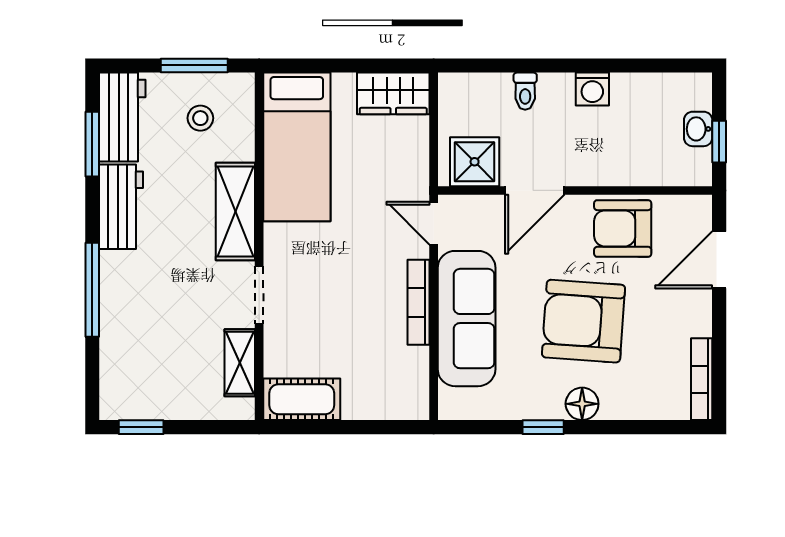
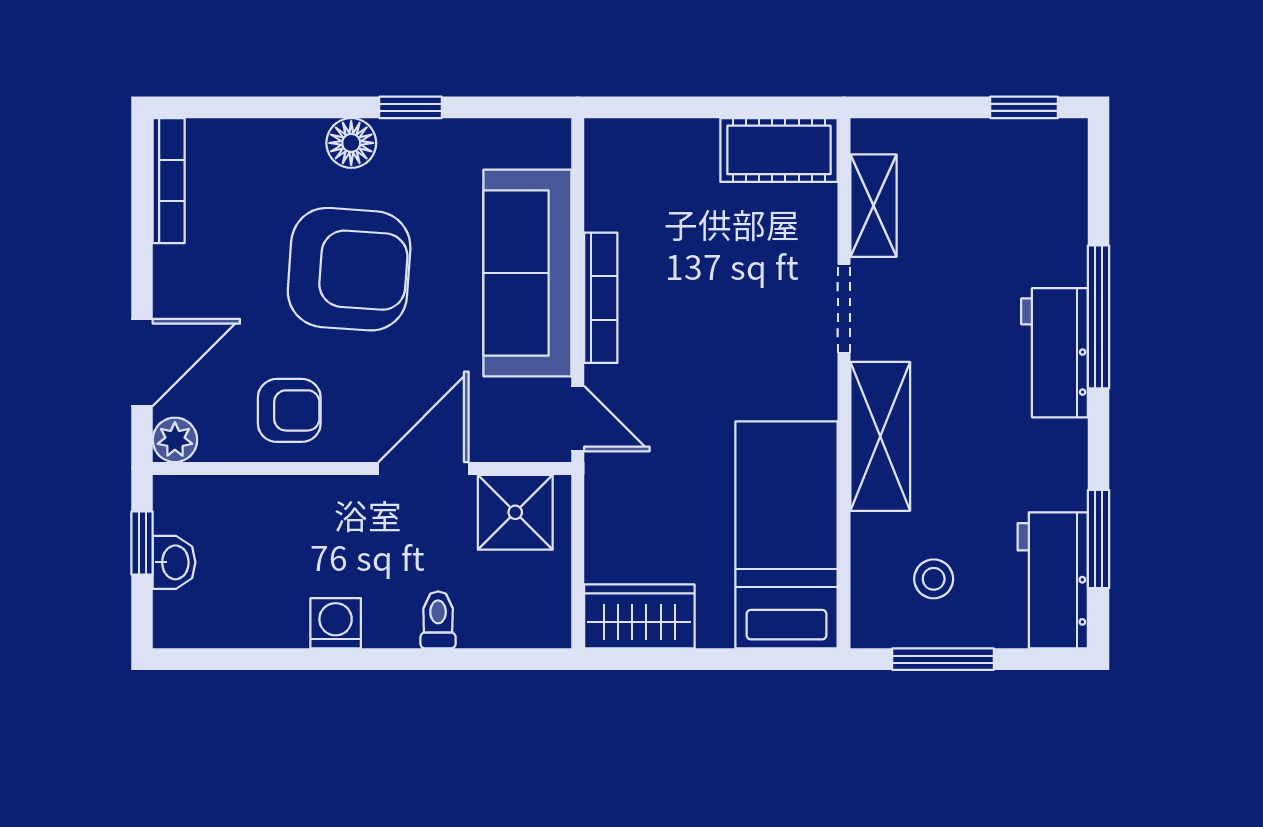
workbench: (121, 207) -> (1055, 353), moved
plant: (698, 209) -> (175, 440), added
armchair: (623, 228) -> (289, 410), width x0.72, depth x0.72

